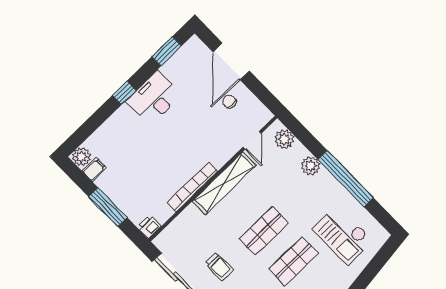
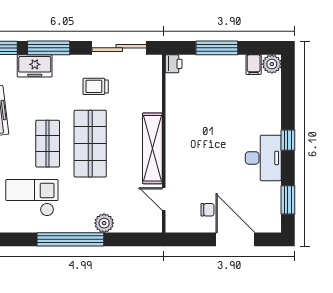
plant: (284, 139) -> (142, 223), removed
bookcase: (192, 187) -> (172, 123), removed
shop shelf: (264, 231) -> (90, 144), width x1.43, depth x1.36

